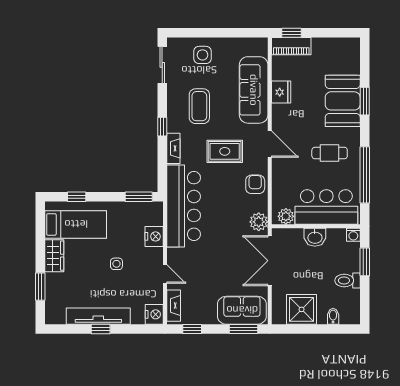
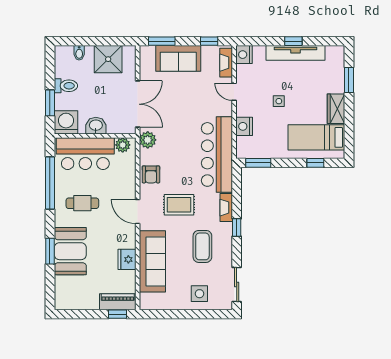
washing machine: (353, 235) -> (66, 122), width x1.89, depth x1.89
sofa: (242, 310) -> (178, 58), moved

